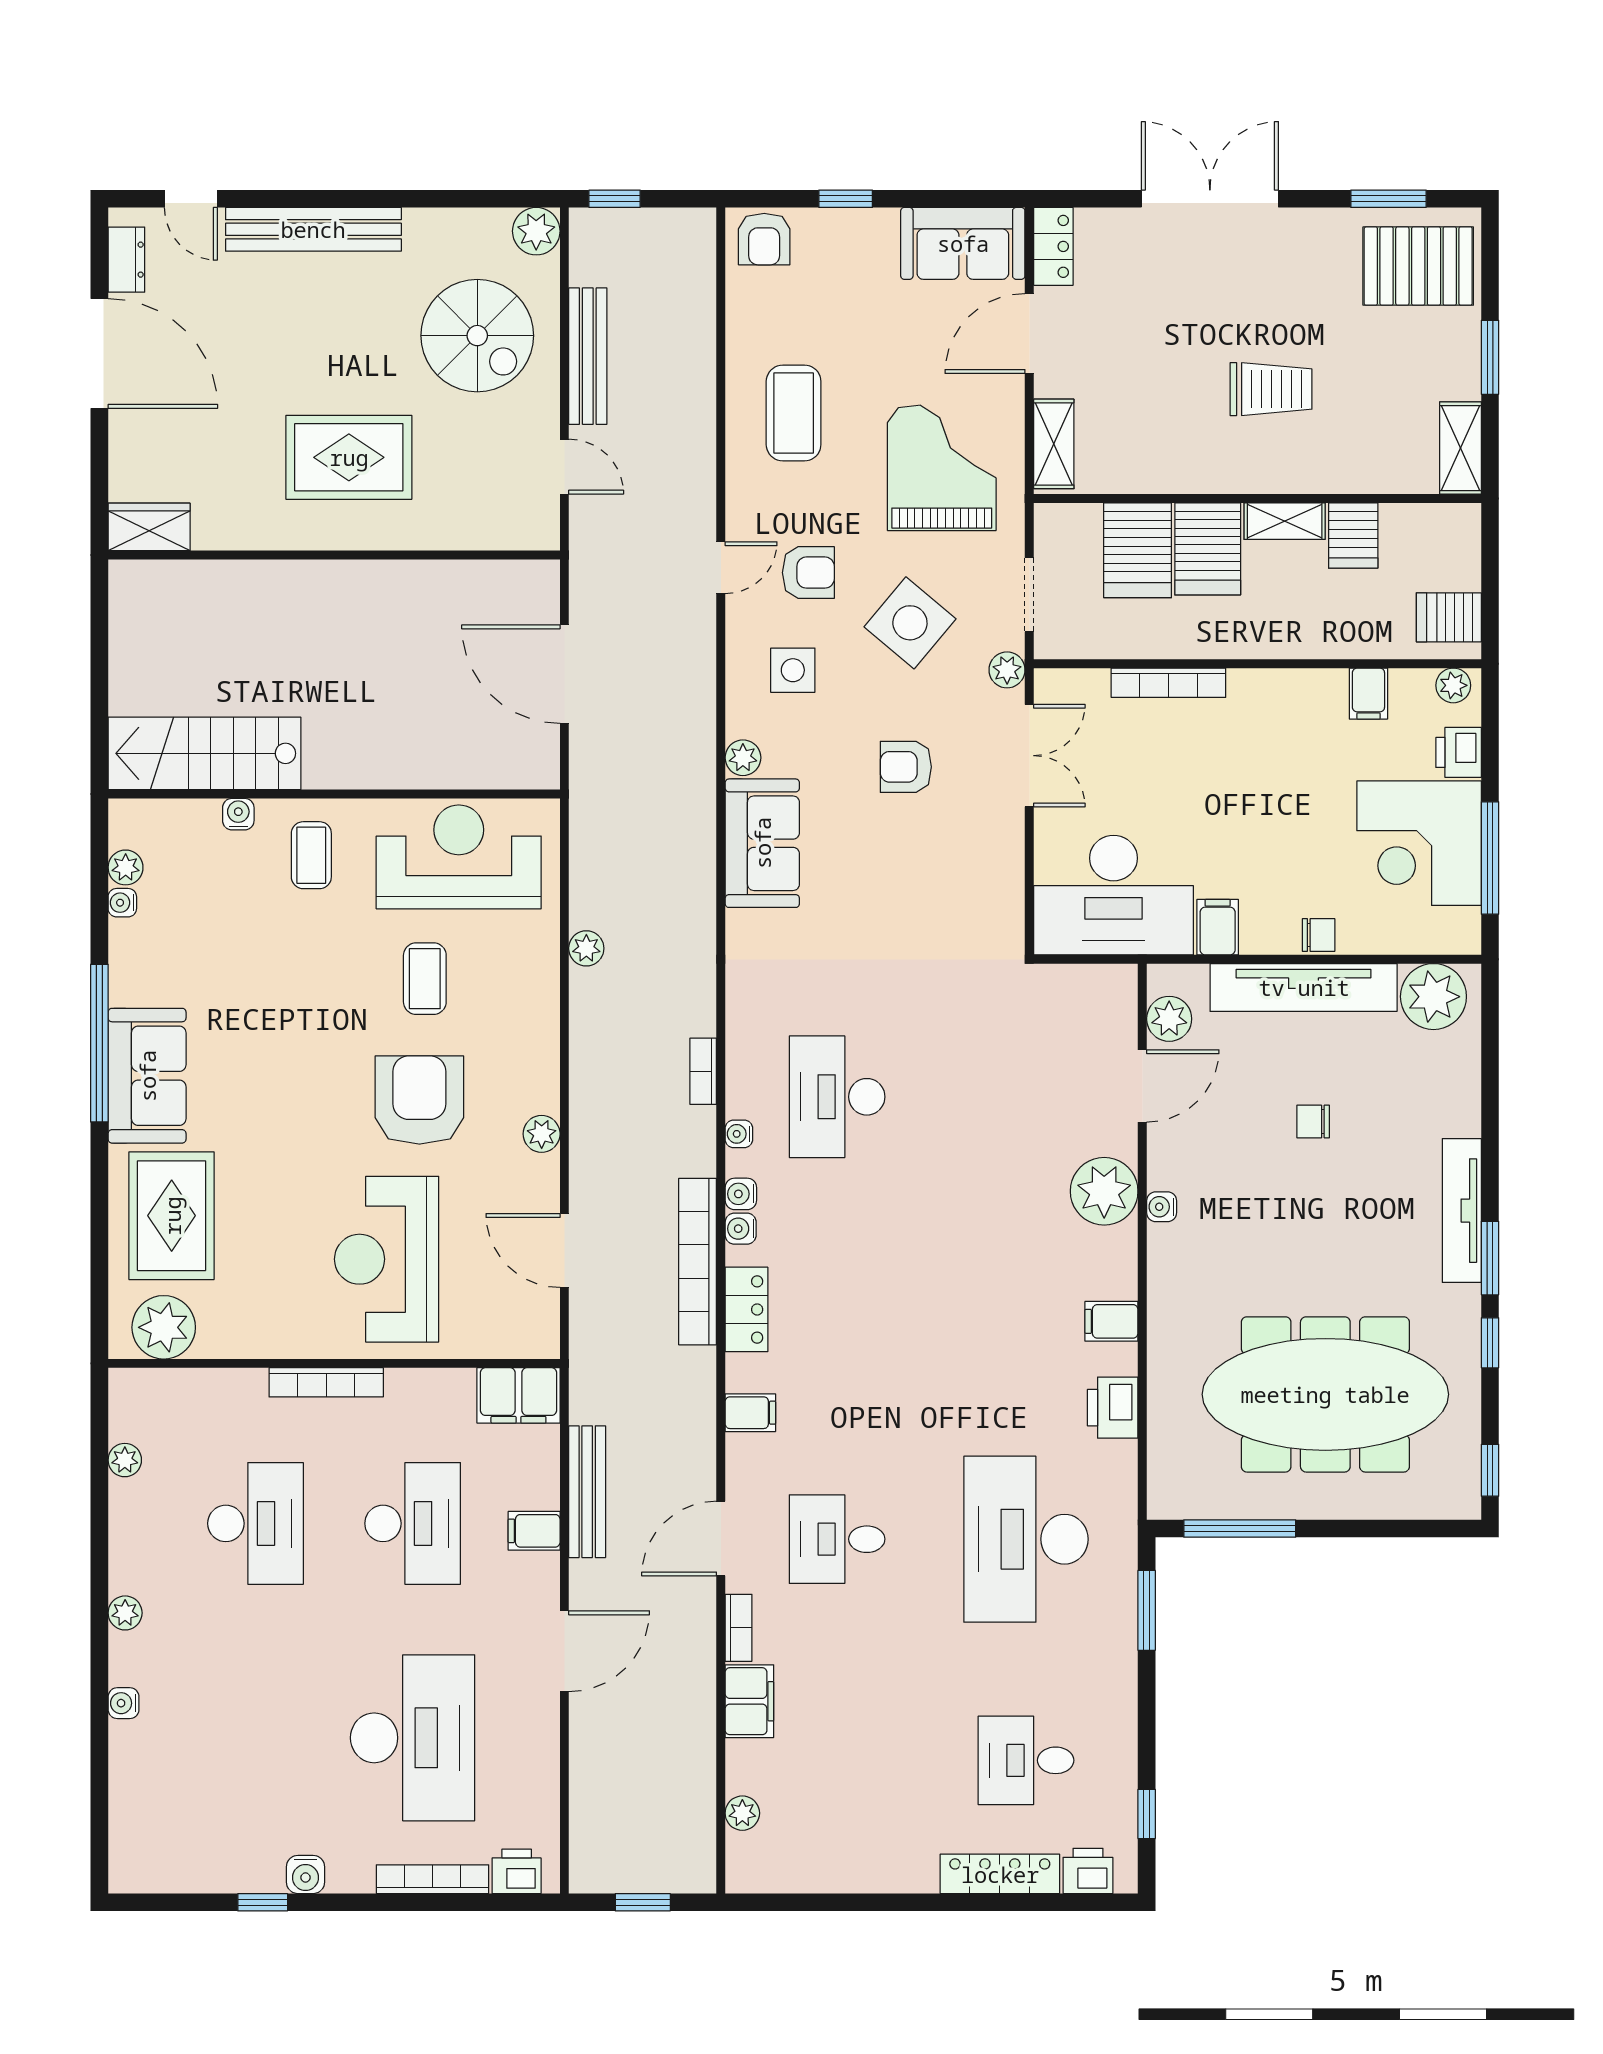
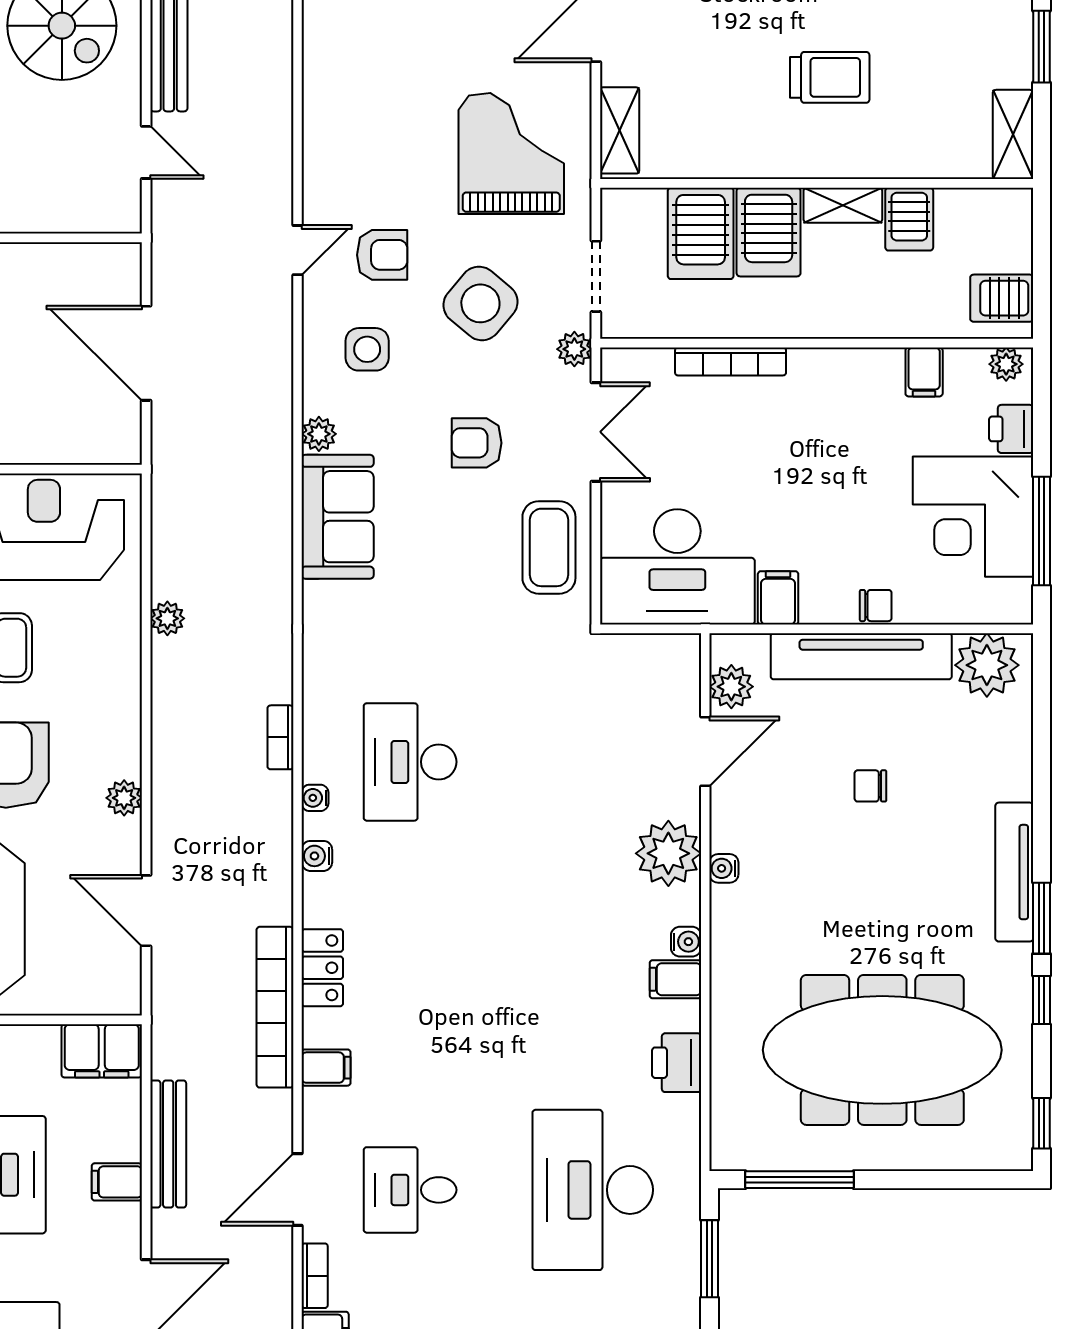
coffee table: (794, 413) -> (549, 547), moved
water cooler: (741, 1229) -> (686, 942), moved, turned 180
bookcase: (698, 1262) -> (275, 1007), moved

